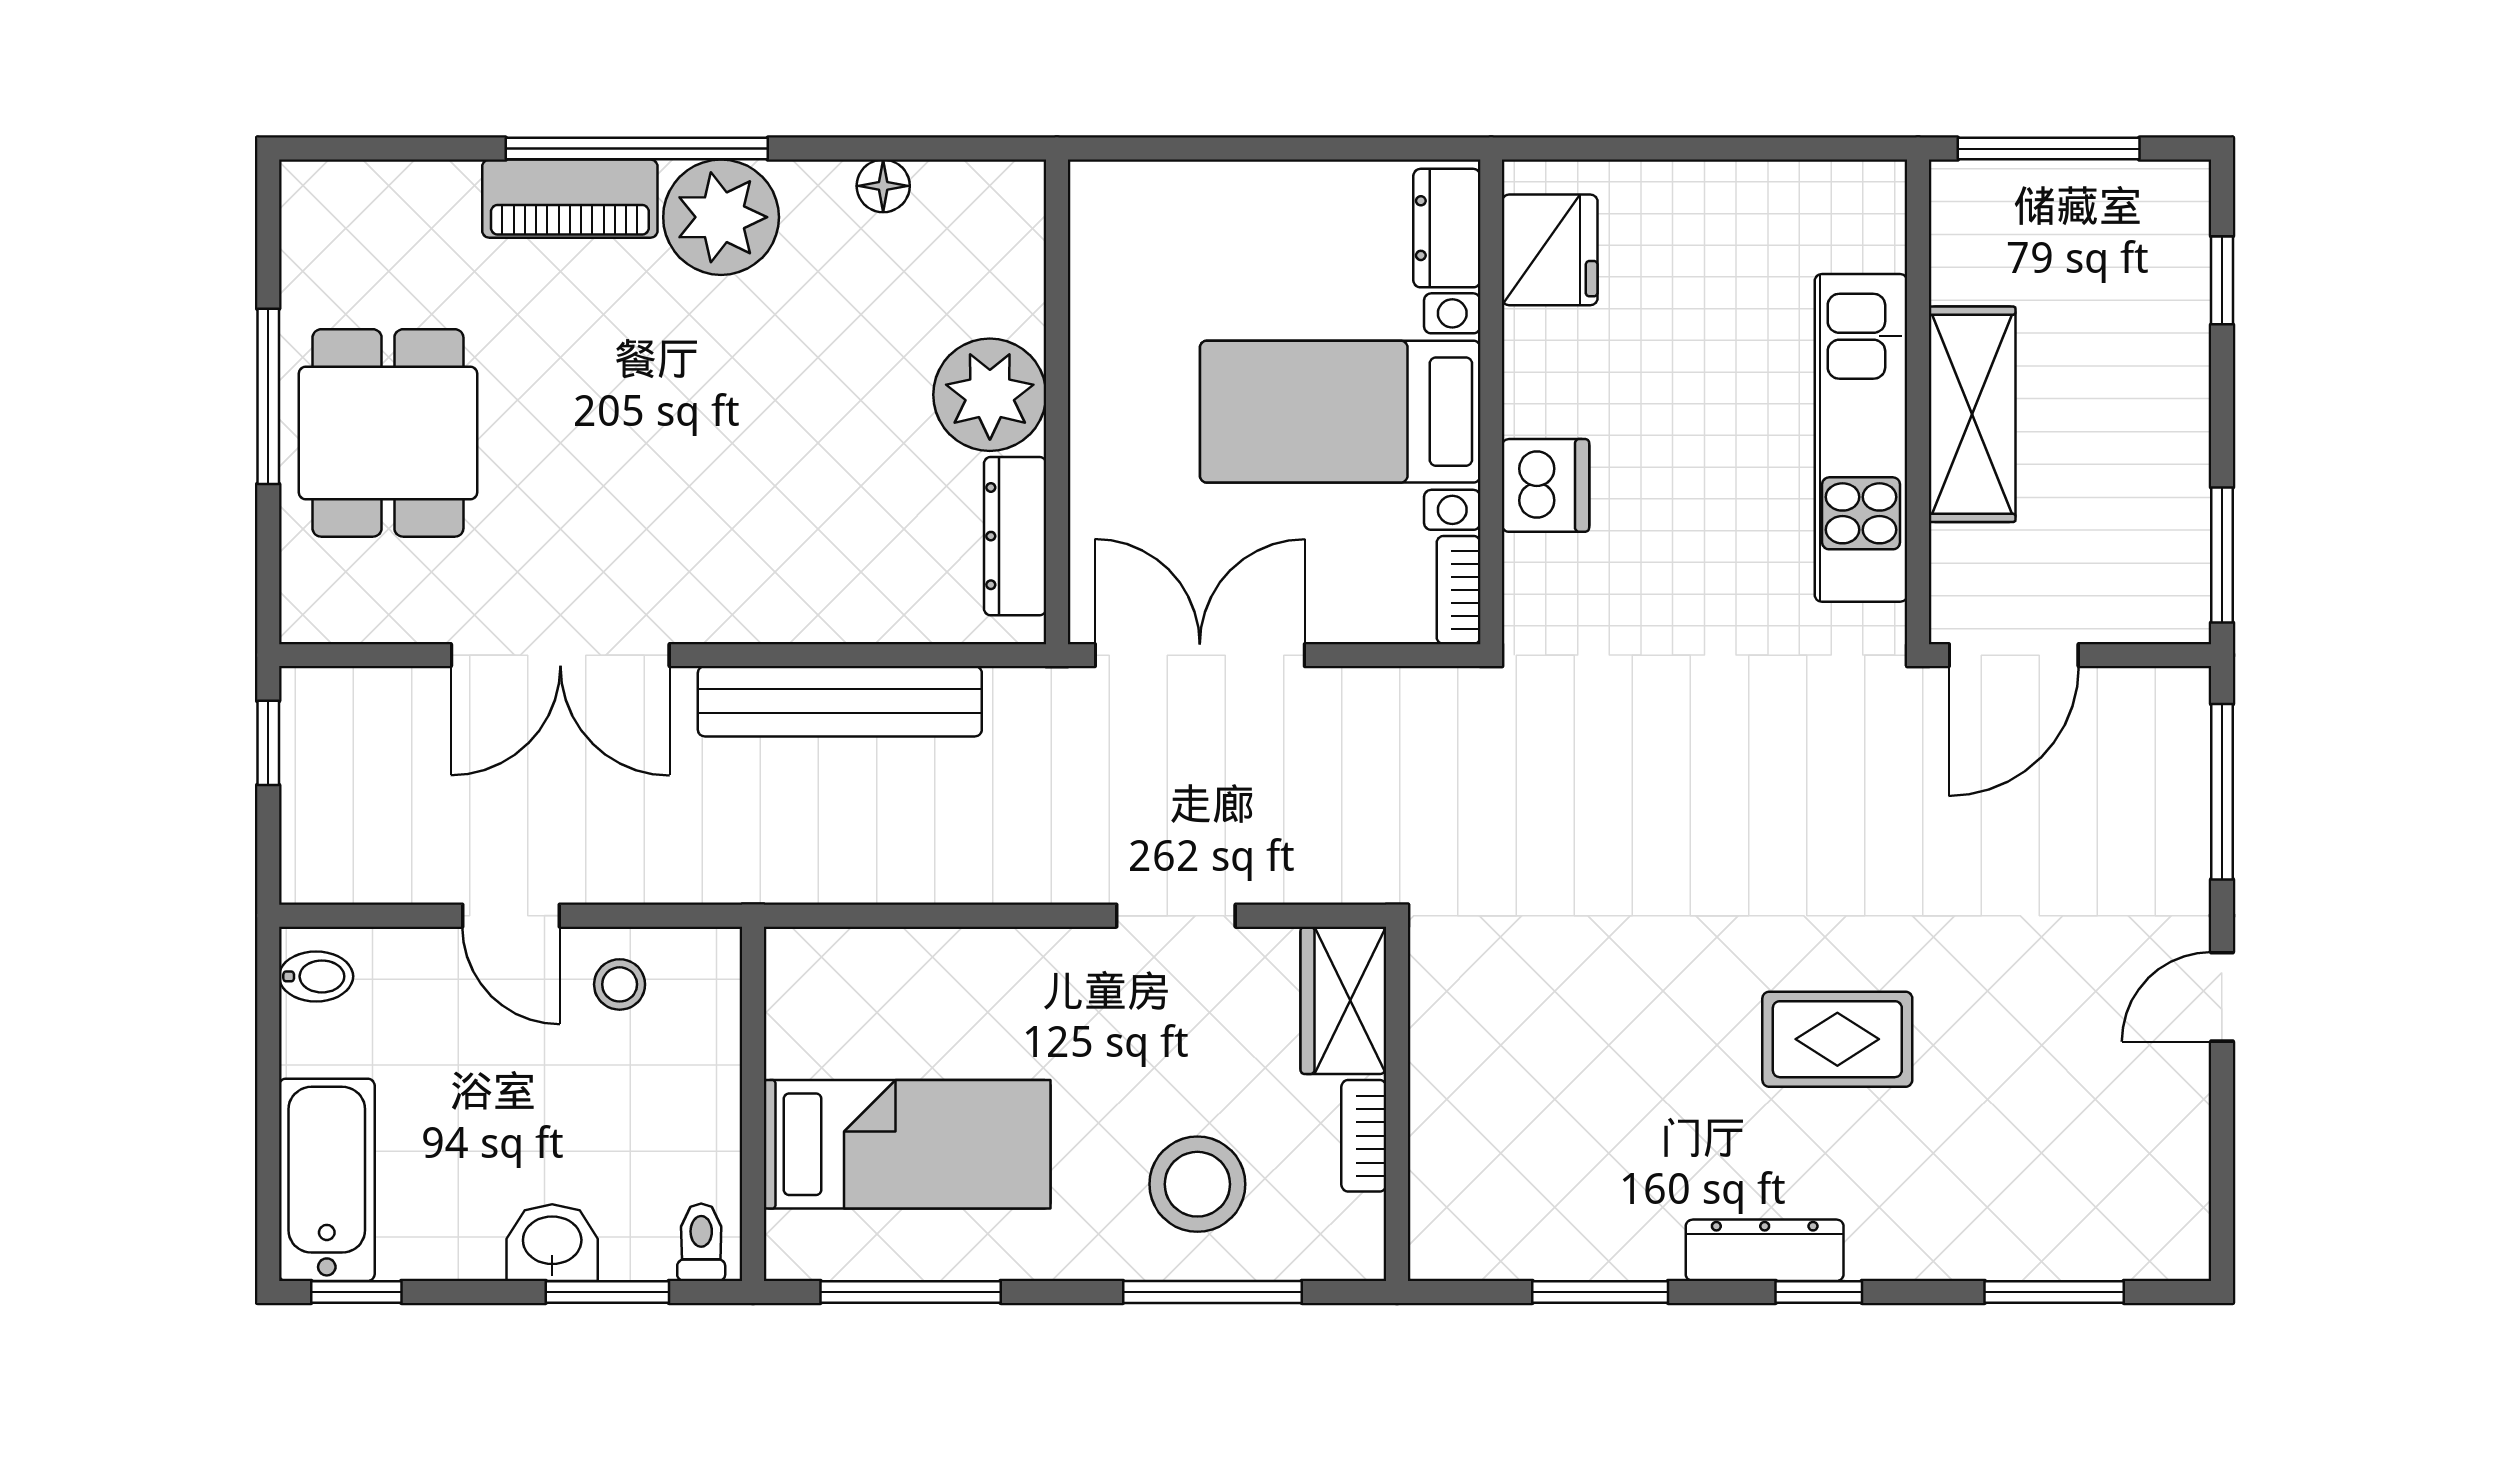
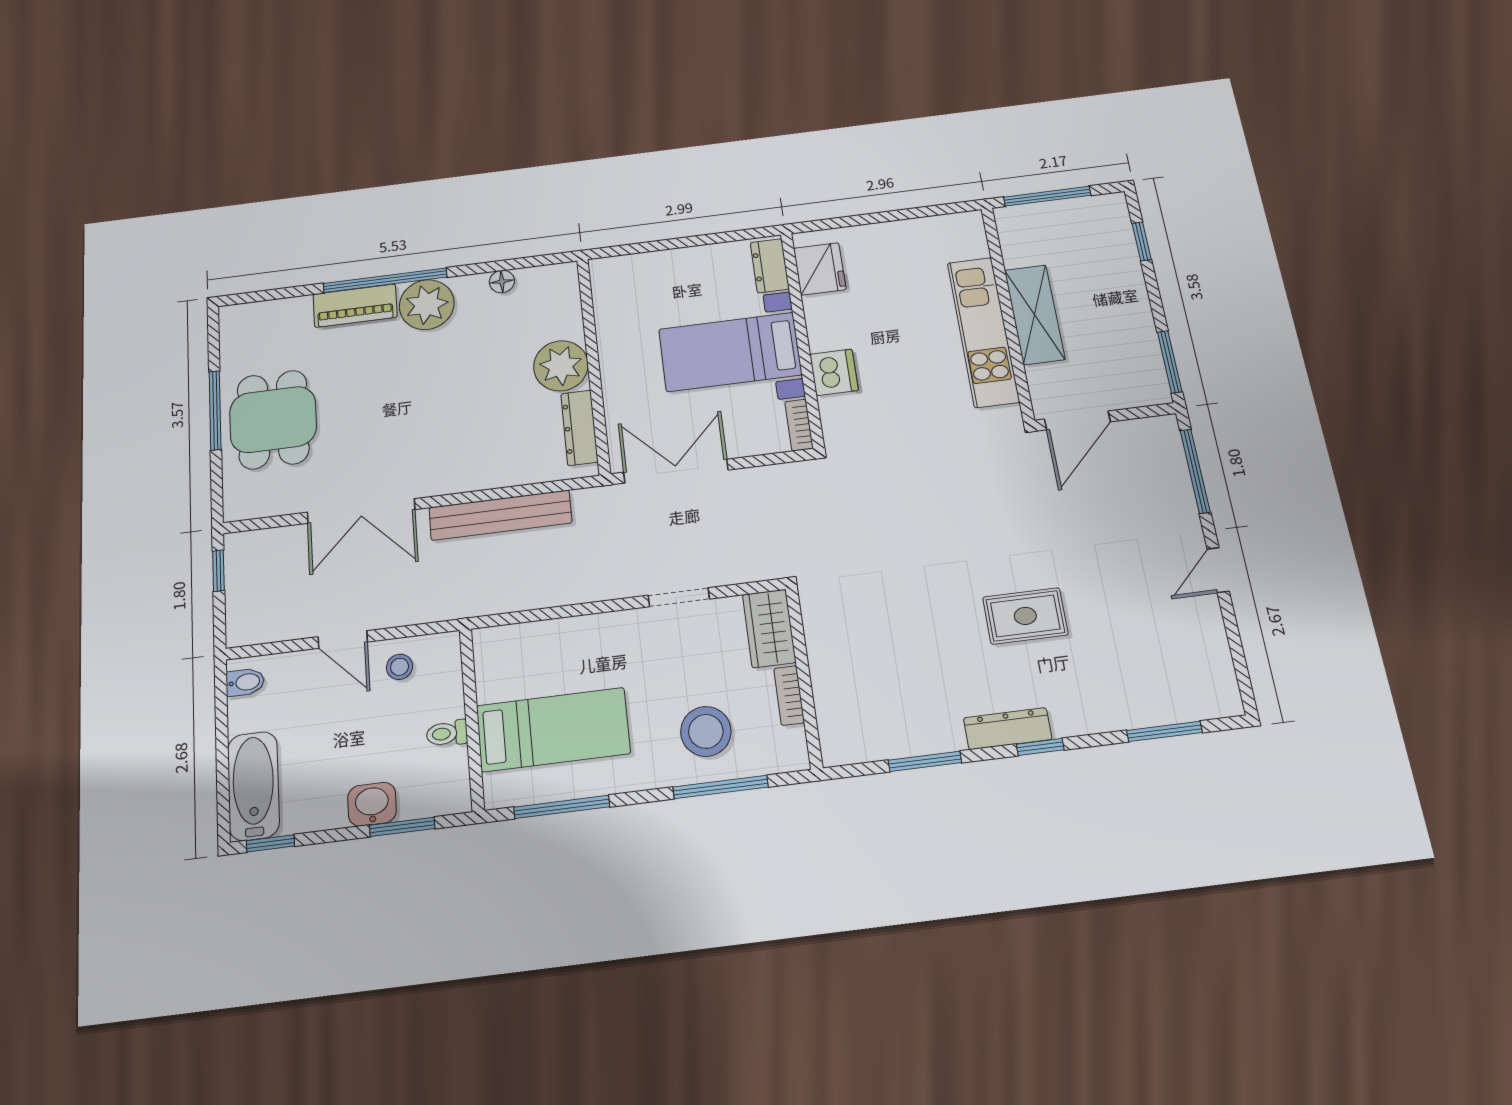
toilet: (701, 1242) -> (447, 733), moved, turned -90

